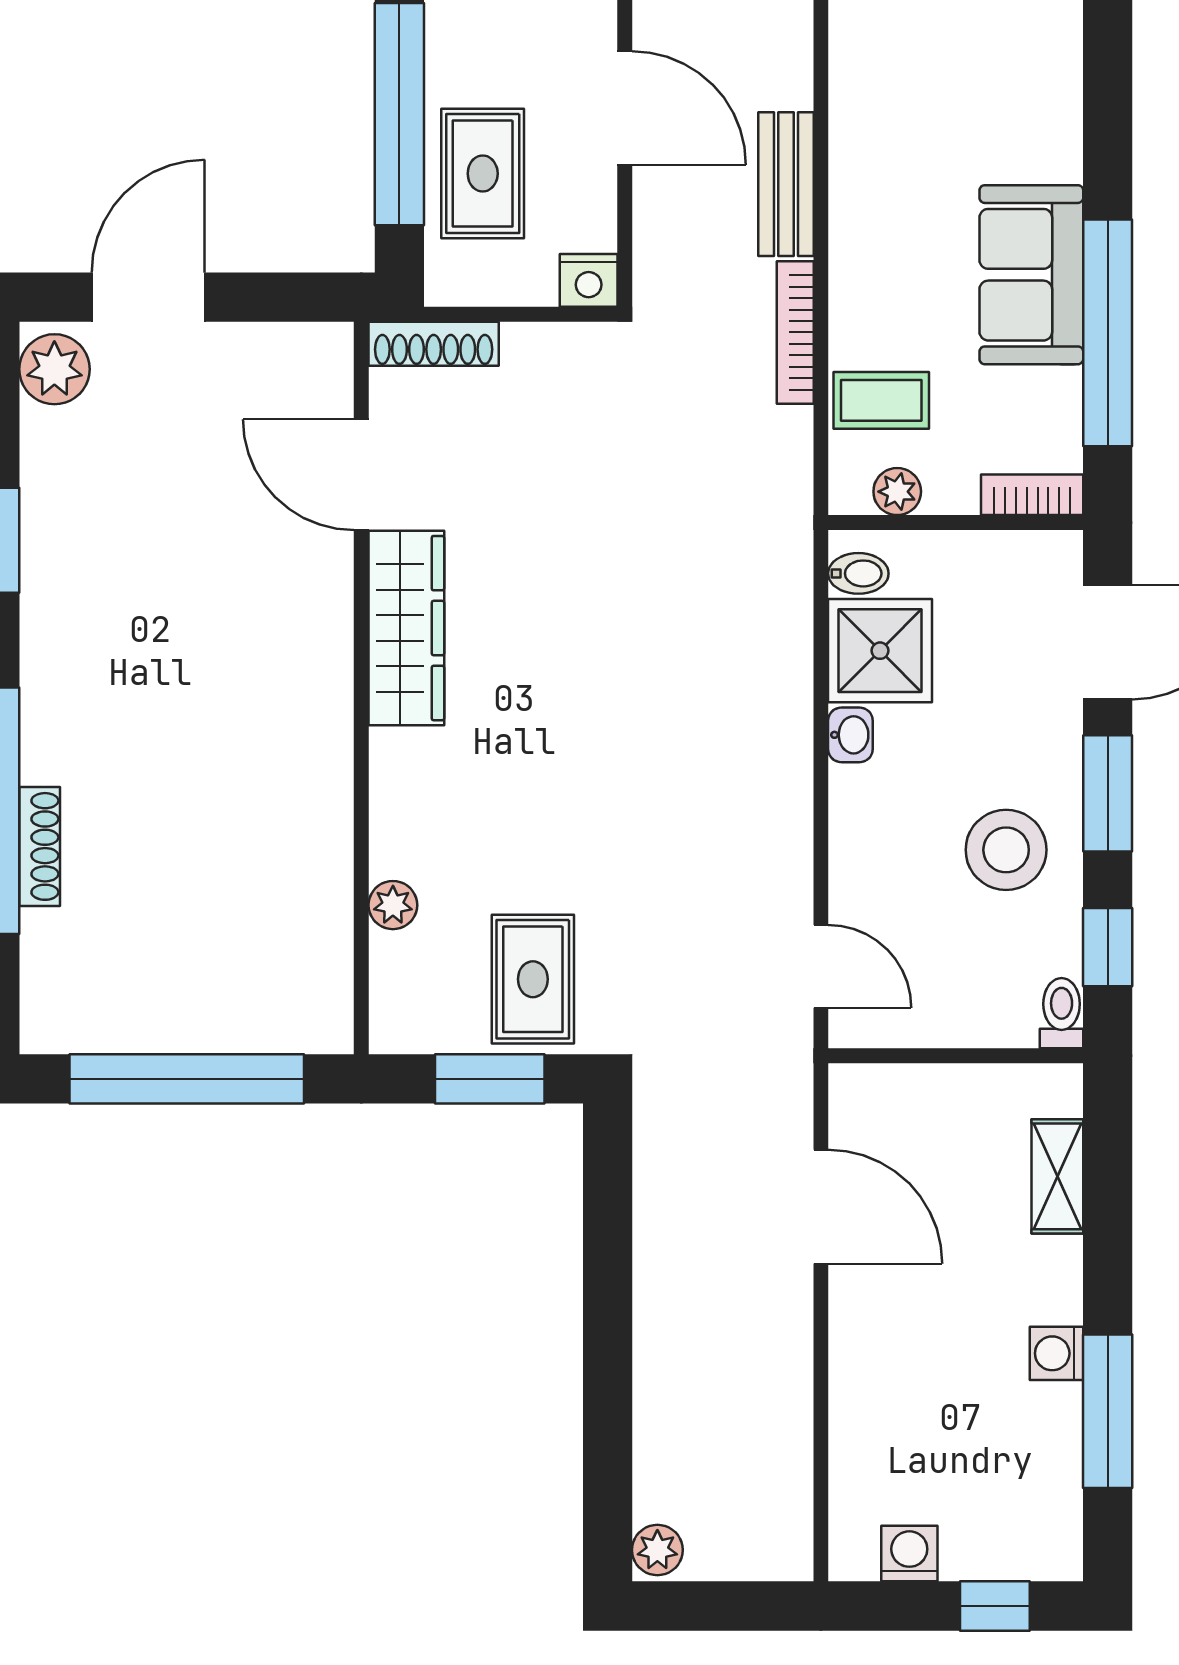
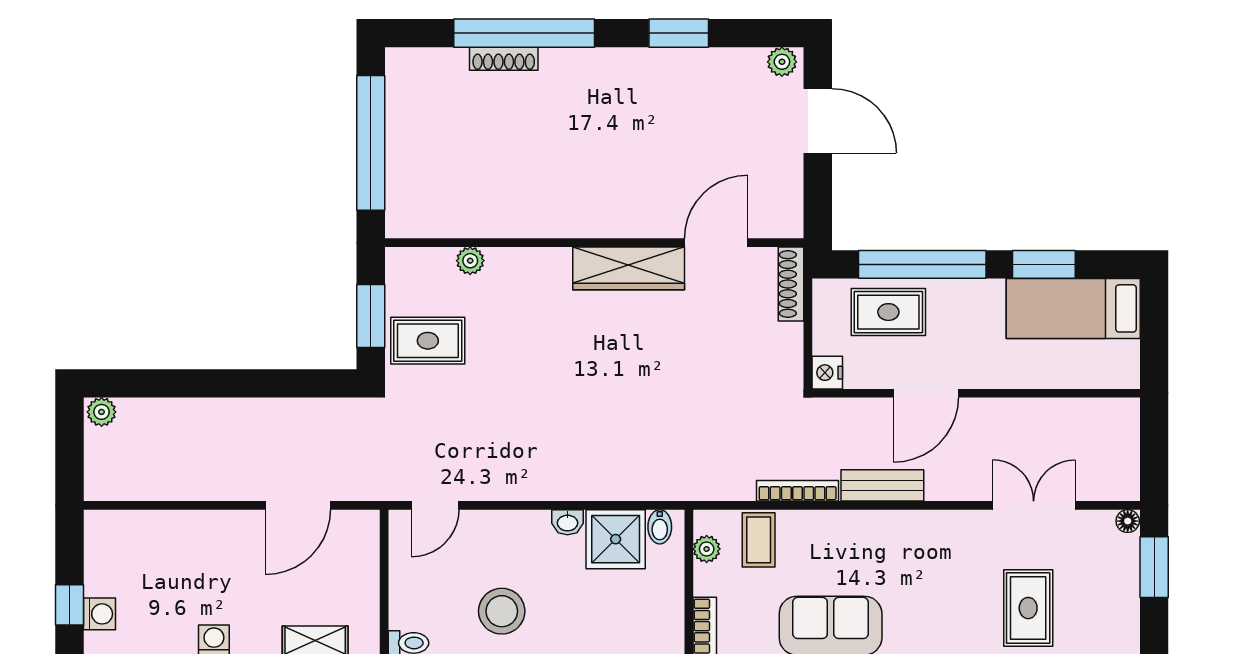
plant: (54, 369) -> (782, 62), width x0.73, depth x0.73
washing machine: (909, 1554) -> (99, 614), moved

